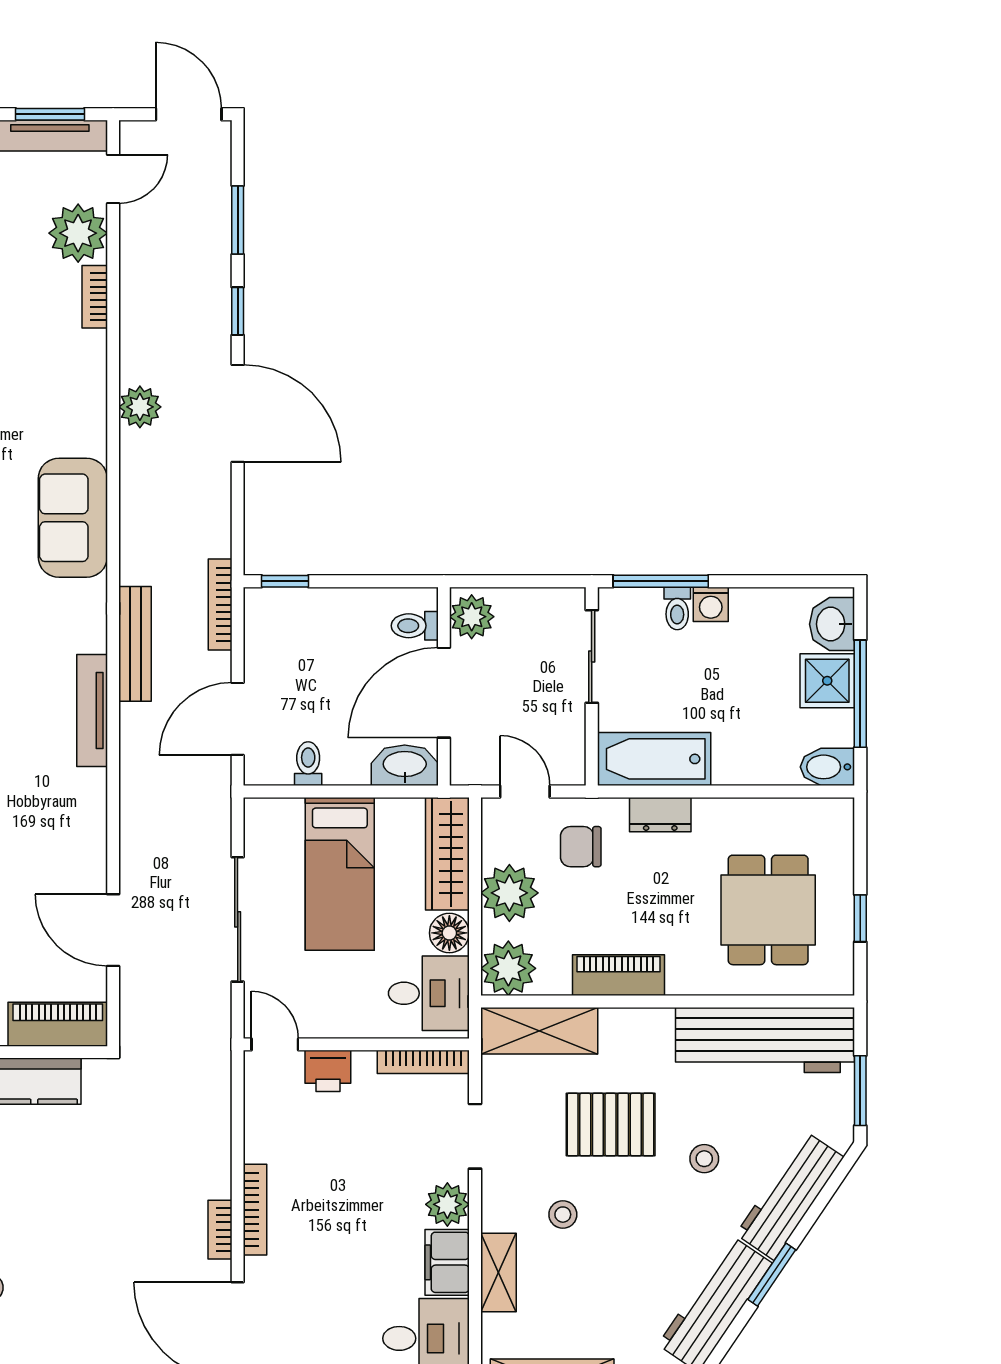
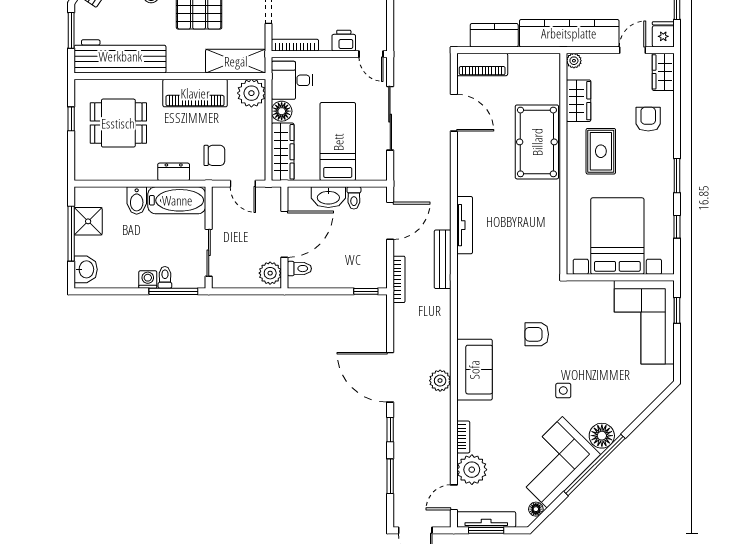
sofa: (73, 518) -> (474, 370), moved
shower: (827, 681) -> (88, 221), moved
washbasin: (405, 765) -> (328, 197), moved
bidet: (827, 767) -> (137, 201), moved, turned 90
plant: (509, 893) -> (251, 132), removed
dining table: (768, 910) -> (118, 123), turned 90
piano: (618, 975) -> (195, 93), width x1.37, depth x1.33

